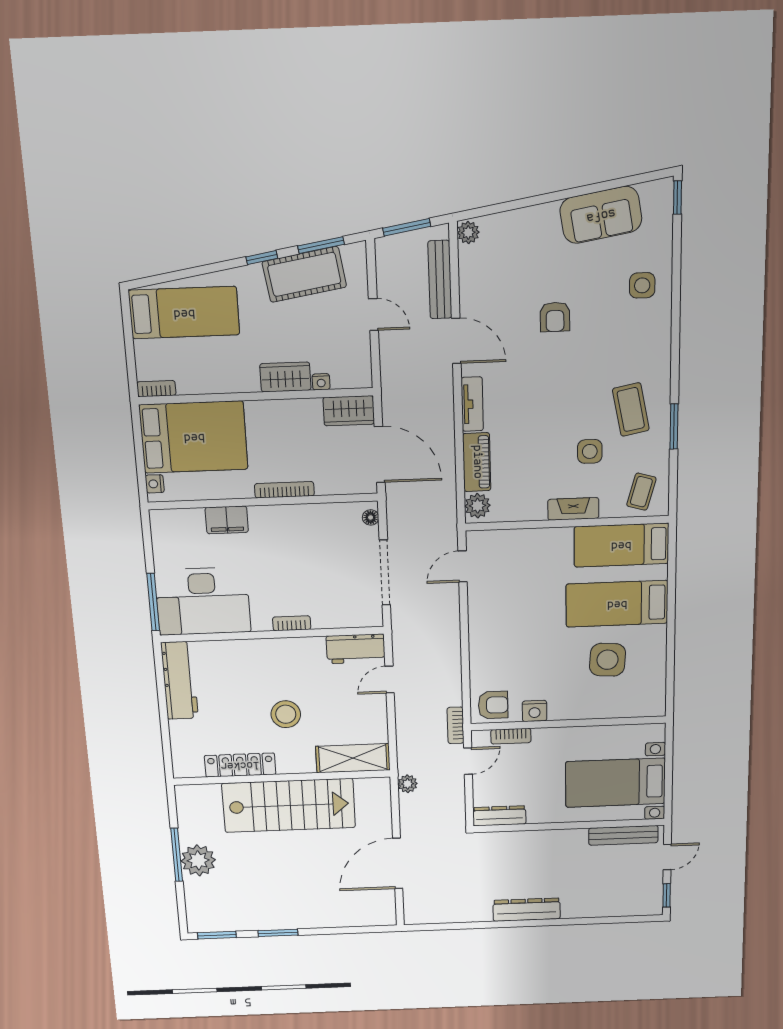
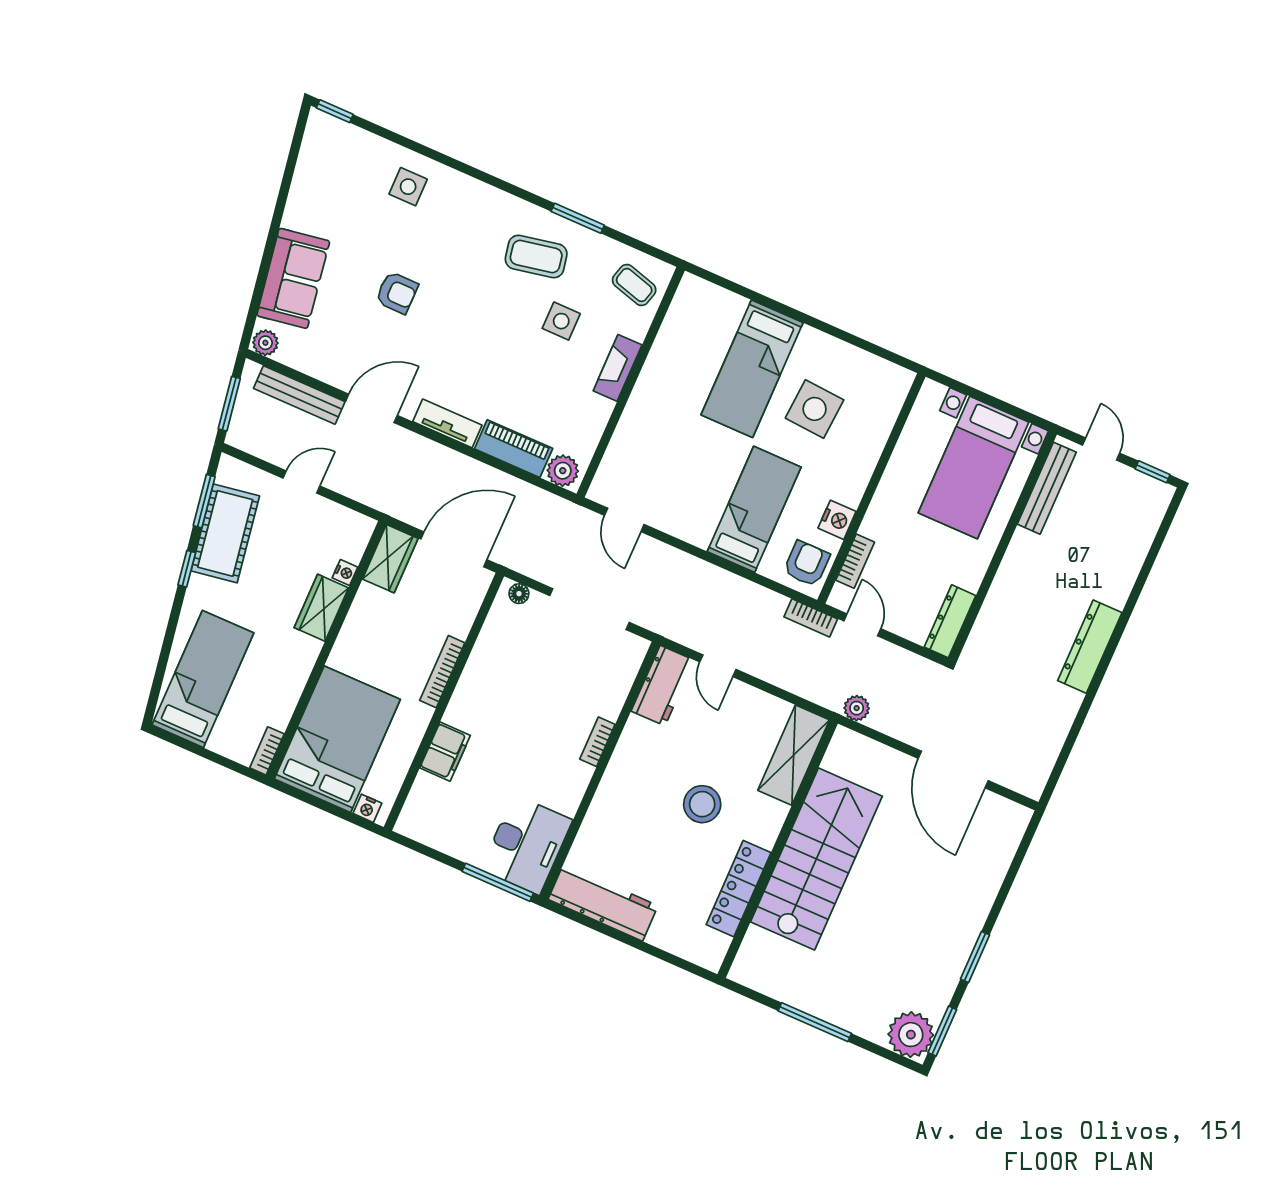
sofa: (601, 215) -> (293, 278), moved
bed: (621, 545) -> (754, 509), moved, turned 180
desk: (203, 601) -> (526, 845), width x0.73, depth x0.77
plant: (198, 860) -> (911, 1035), moved

